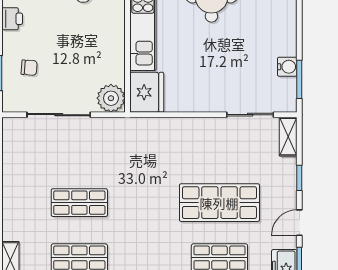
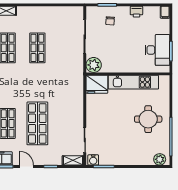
water cooler: (287, 67) -> (93, 160), moved

